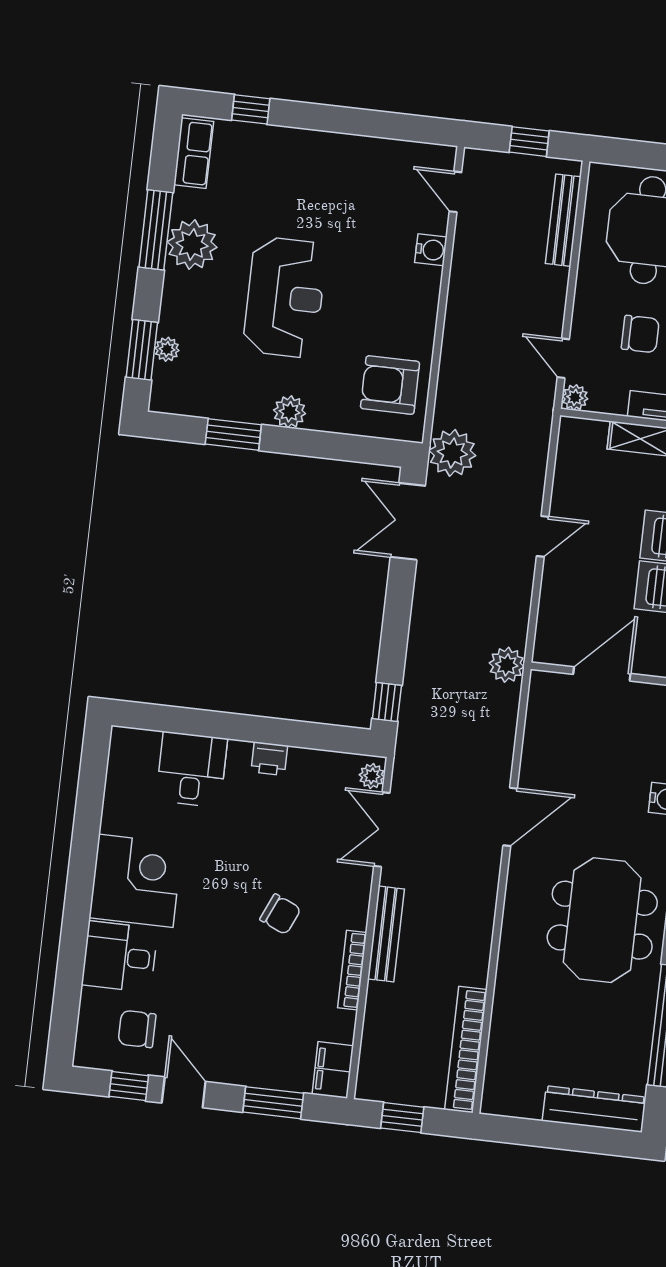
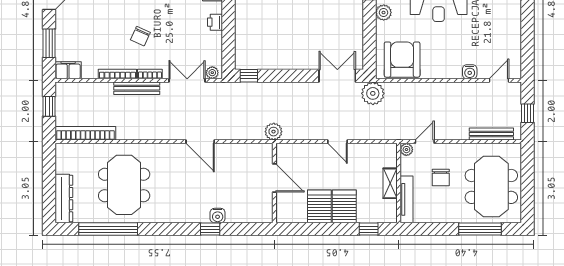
armchair: (390, 385) -> (402, 60), width x1.36, depth x1.36
bookcase: (360, 904) -> (150, 74), added
meeting table: (602, 920) -> (124, 185), moved, turned 90

